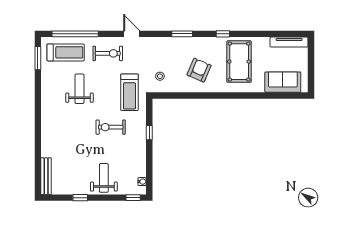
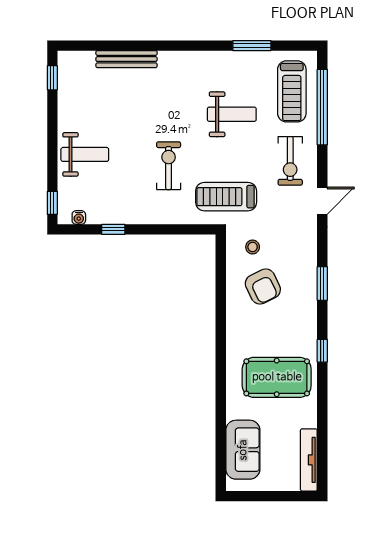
window: (38, 58) -> (252, 46), moved
armchair: (199, 70) -> (263, 286), moved, turned 41
window: (149, 133) -> (113, 229), moved
bench: (46, 176) -> (126, 59), moved
window: (80, 198) -> (52, 78), moved

